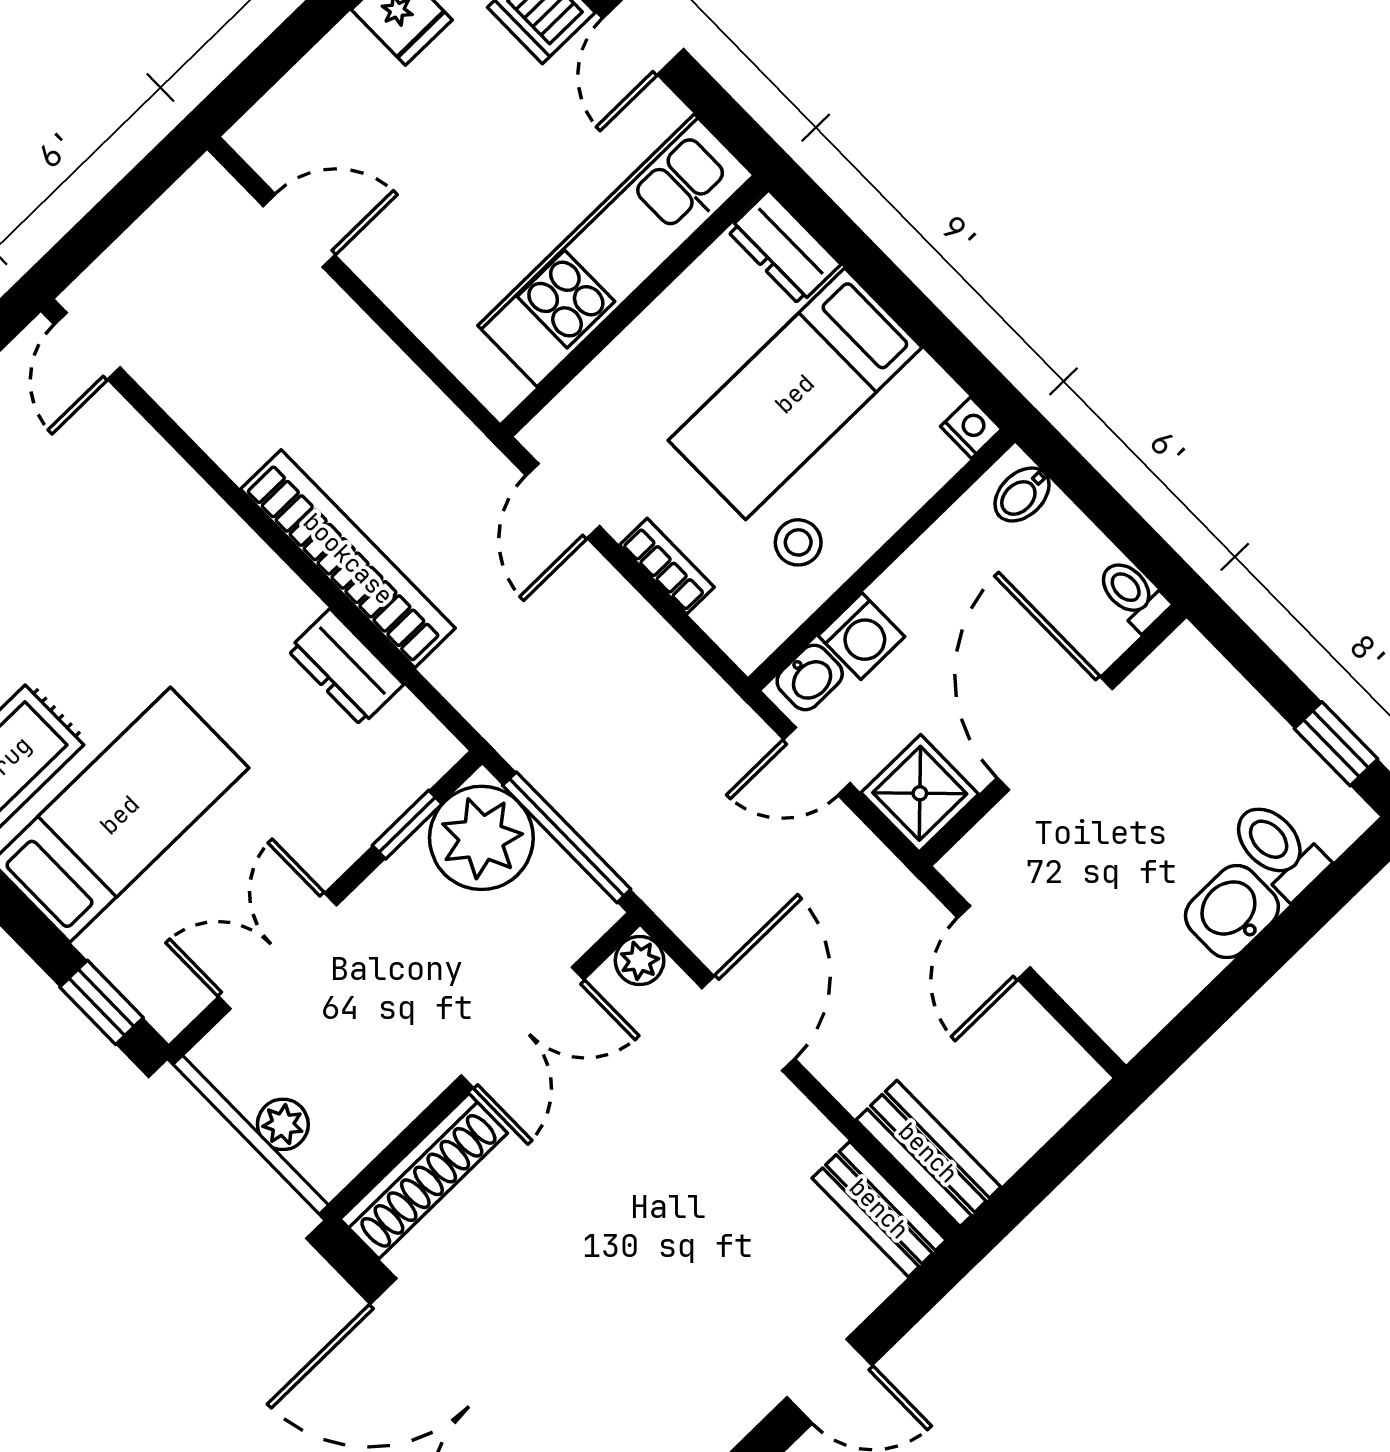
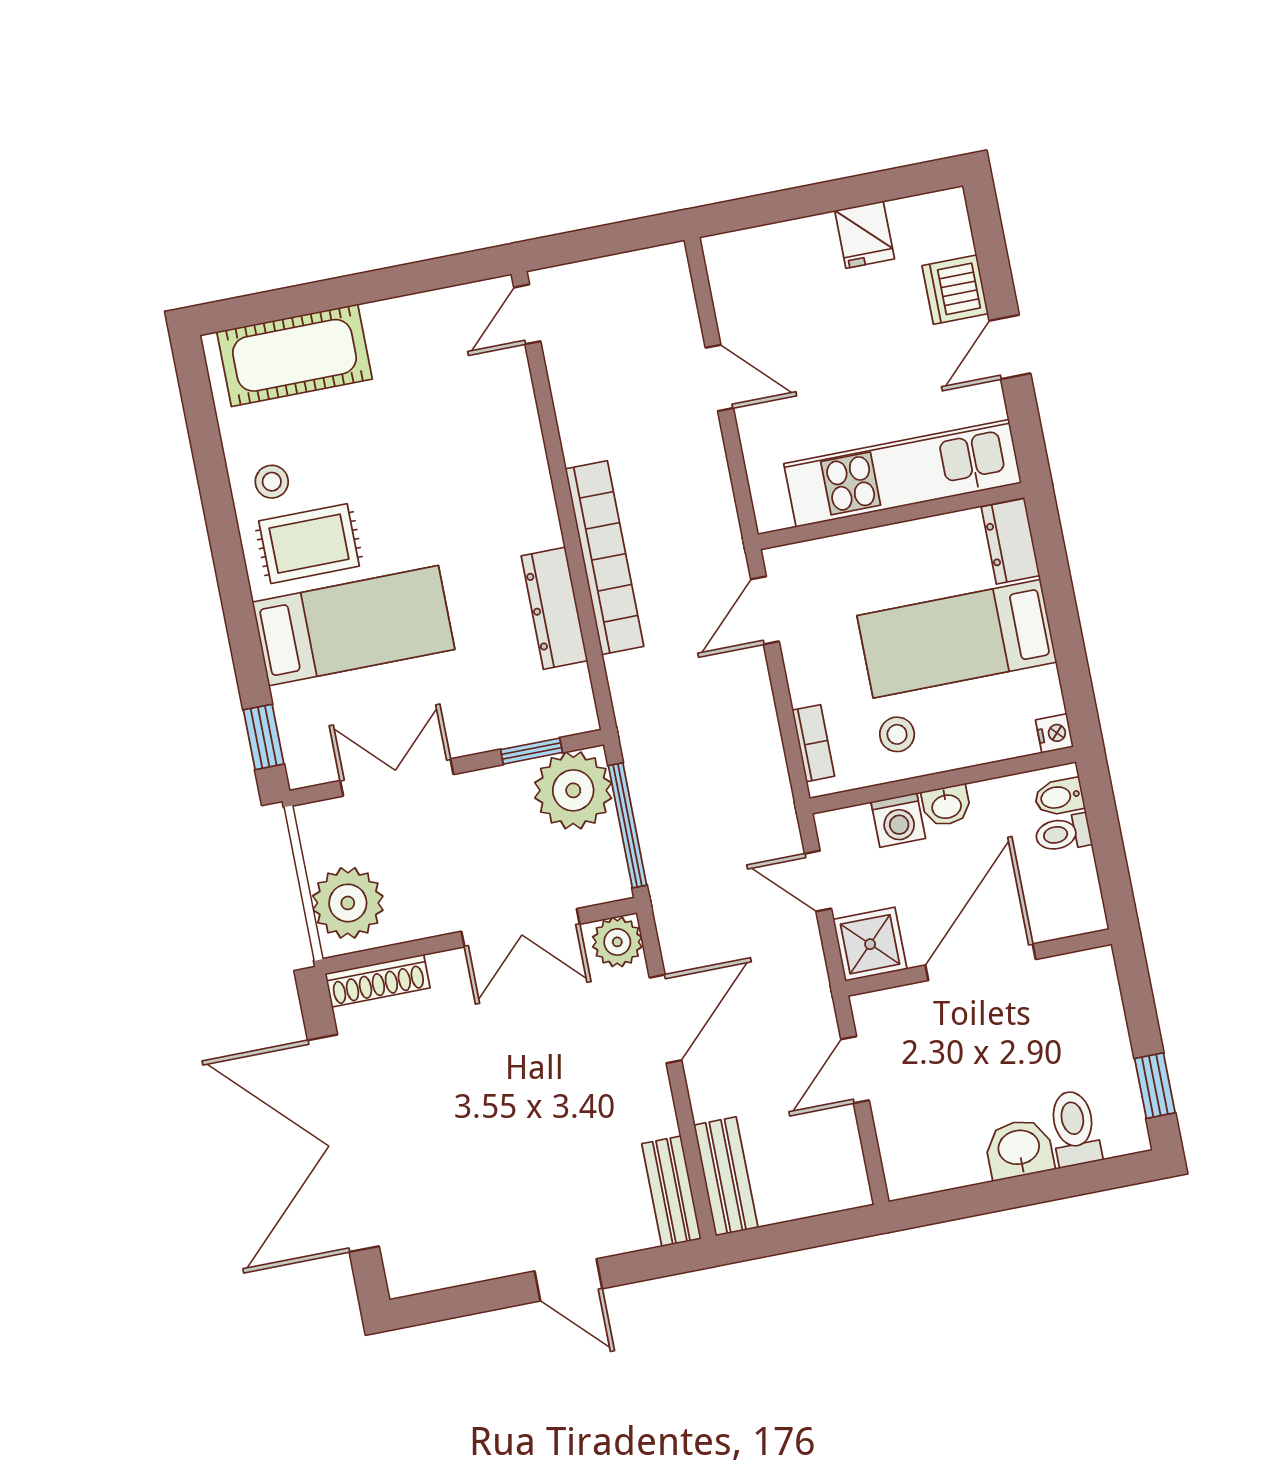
door: (299, 231) -> (719, 378), moved
bookcase: (667, 566) -> (813, 743), moved
toilet: (1133, 594) -> (1063, 833), moved, turned -90
dresser: (346, 667) -> (554, 608), width x1.44
washbasin: (810, 677) -> (946, 806), moved
plant: (640, 960) -> (617, 942), width x1.38, depth x1.38
plant: (283, 1124) -> (348, 903), width x1.88, depth x1.88
shoe rack: (424, 1176) -> (378, 981), width x0.74, depth x0.81

